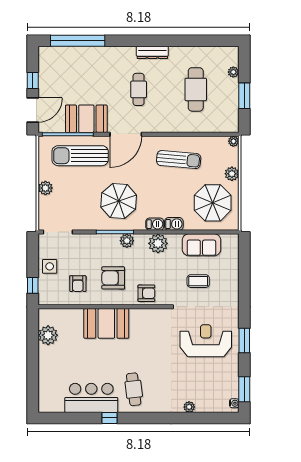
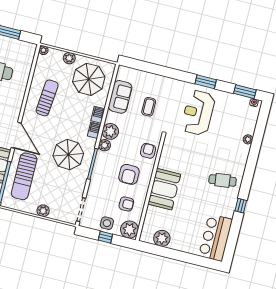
plant: (127, 241) -> (105, 145), moved
window: (33, 285) -> (105, 237), moved
plant: (49, 295) -> (129, 230), added
bar counter: (91, 398) -> (216, 238), moved

